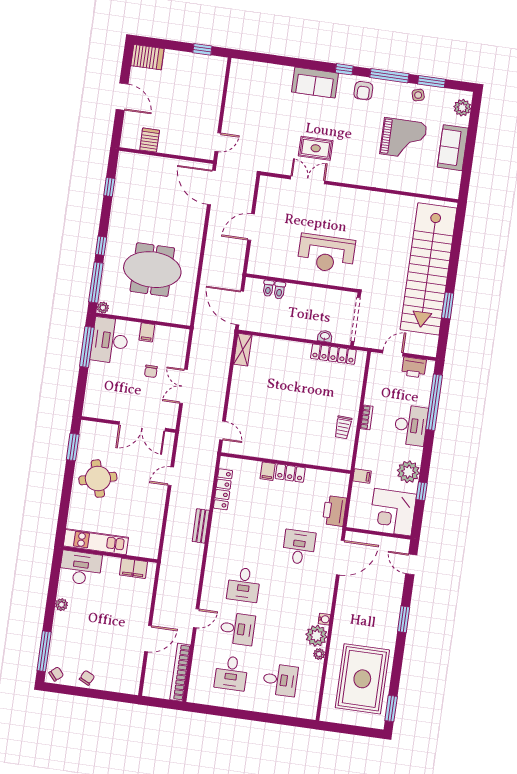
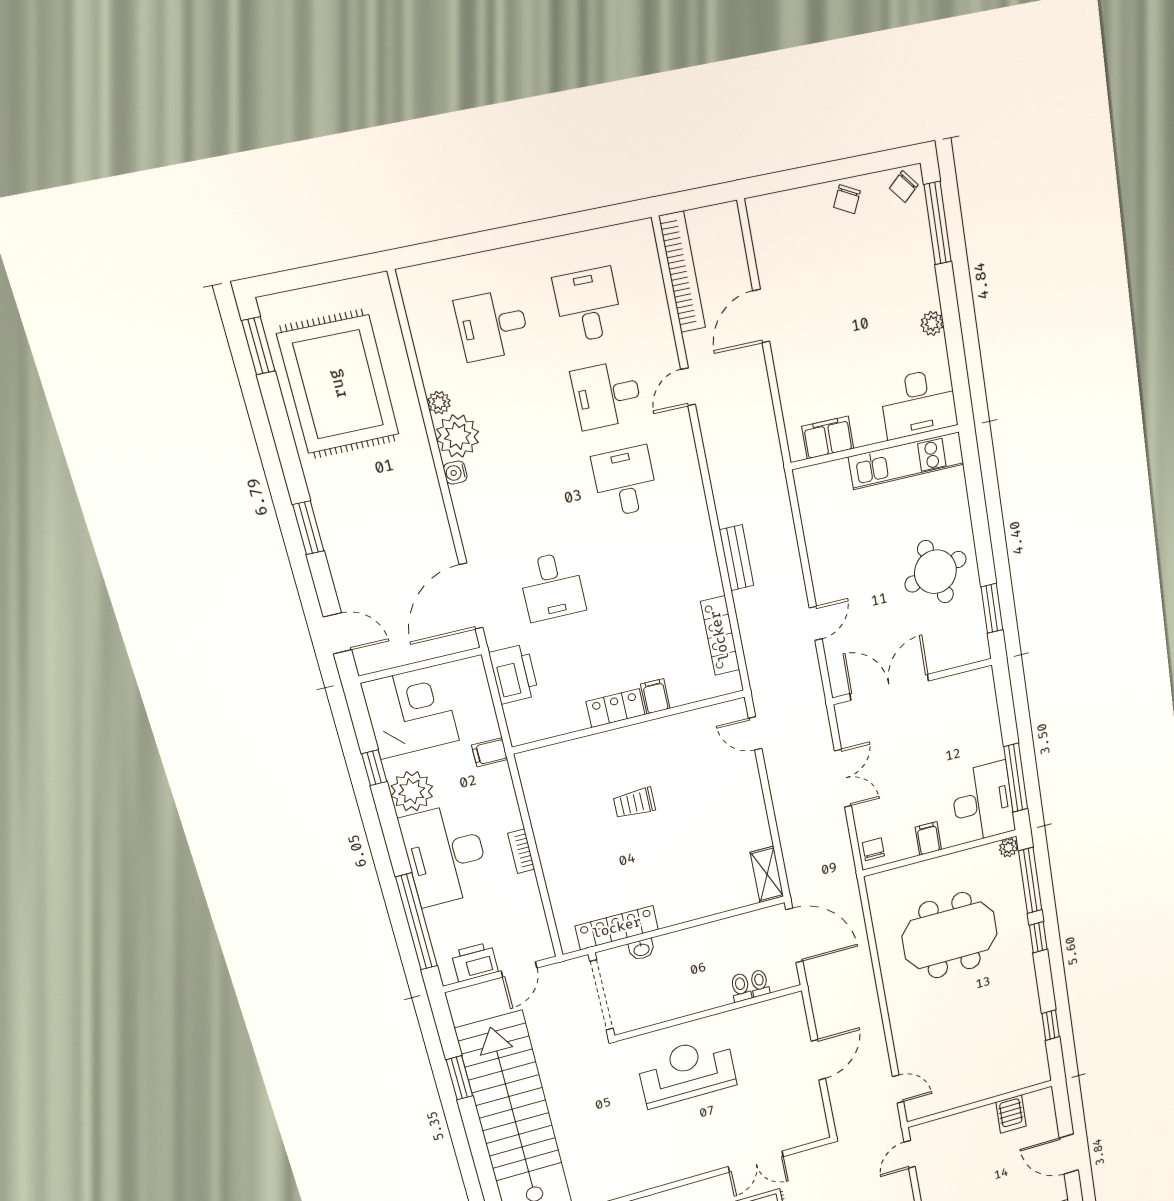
door: (211, 188) -> (898, 1089), width x0.53
chair: (151, 371) -> (873, 849), moved
desk: (411, 425) -> (445, 855), width x1.36, depth x1.30
trolley: (343, 427) -> (634, 803), moved, turned -93

